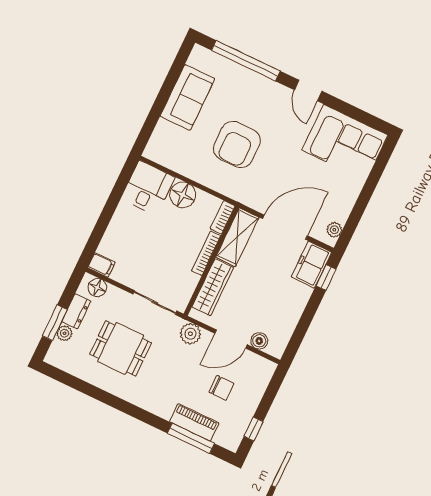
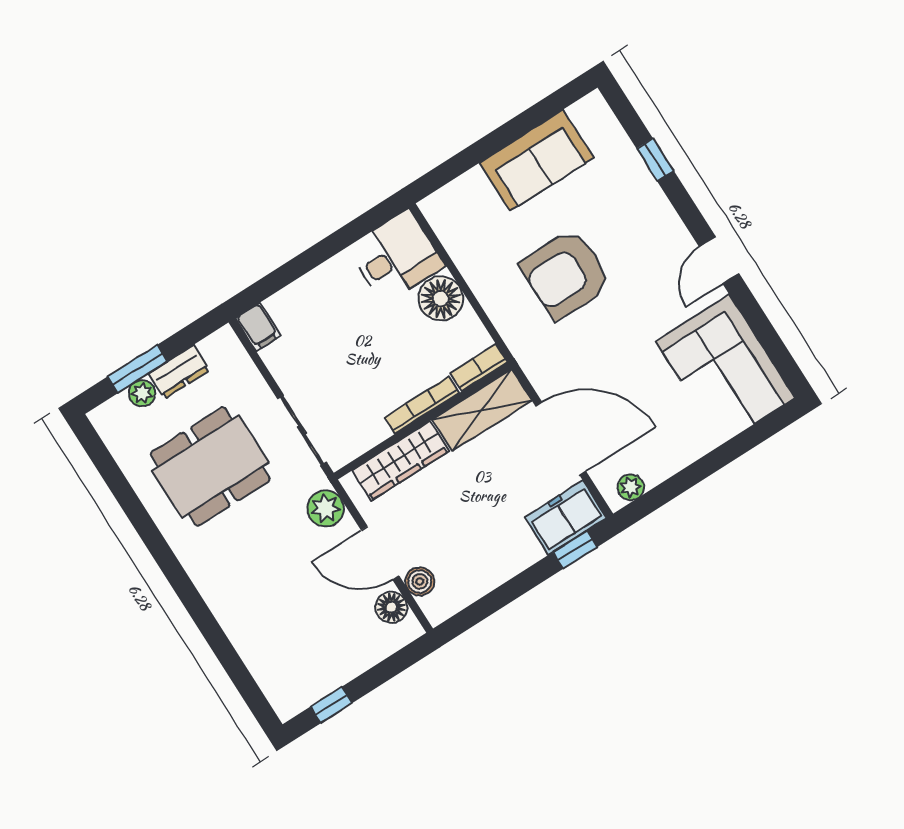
window: (246, 61) -> (655, 160), width x0.32
floor lamp: (97, 288) -> (391, 607), moved
dining table: (121, 348) -> (210, 466), width x1.38
chair: (221, 388) -> (322, 616), removed
piano: (194, 422) -> (251, 641), removed
window: (191, 438) -> (231, 662), removed

